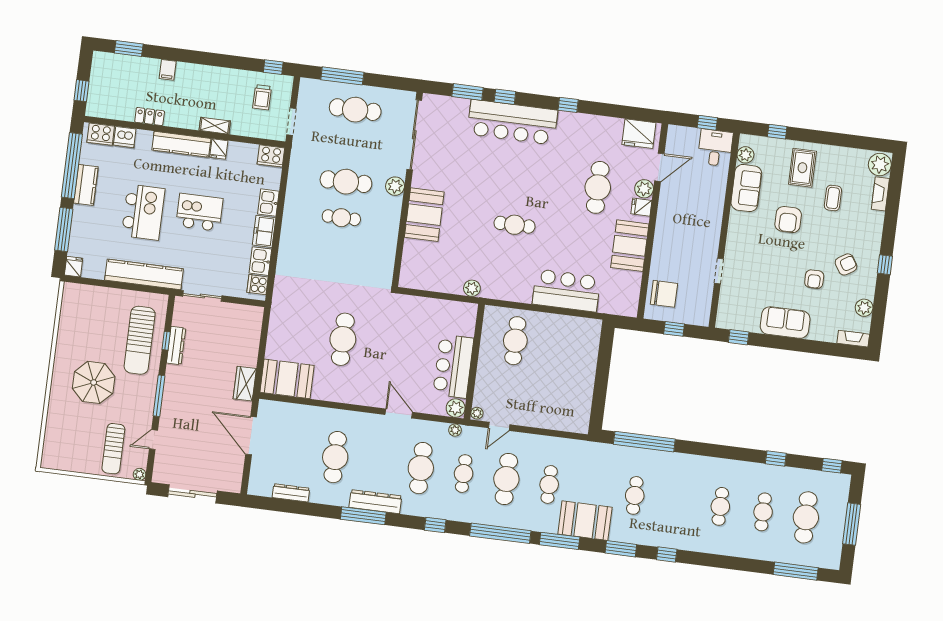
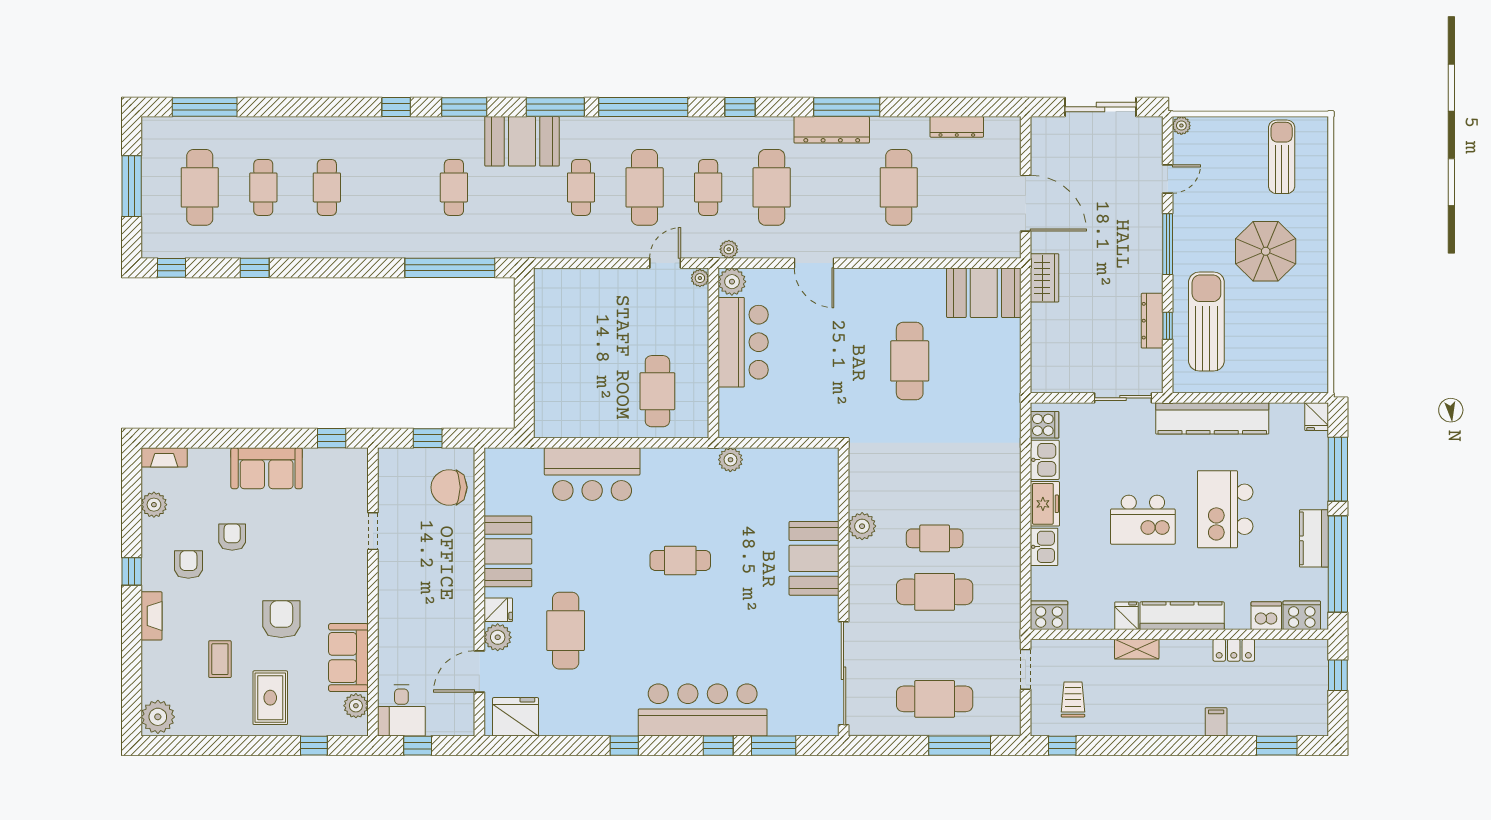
plant: (395, 186) -> (862, 526), moved
fireplace: (880, 194) -> (151, 616), moved
armchair: (846, 264) -> (188, 564), turned 123
sun lounger: (113, 449) -> (1282, 157), moved

